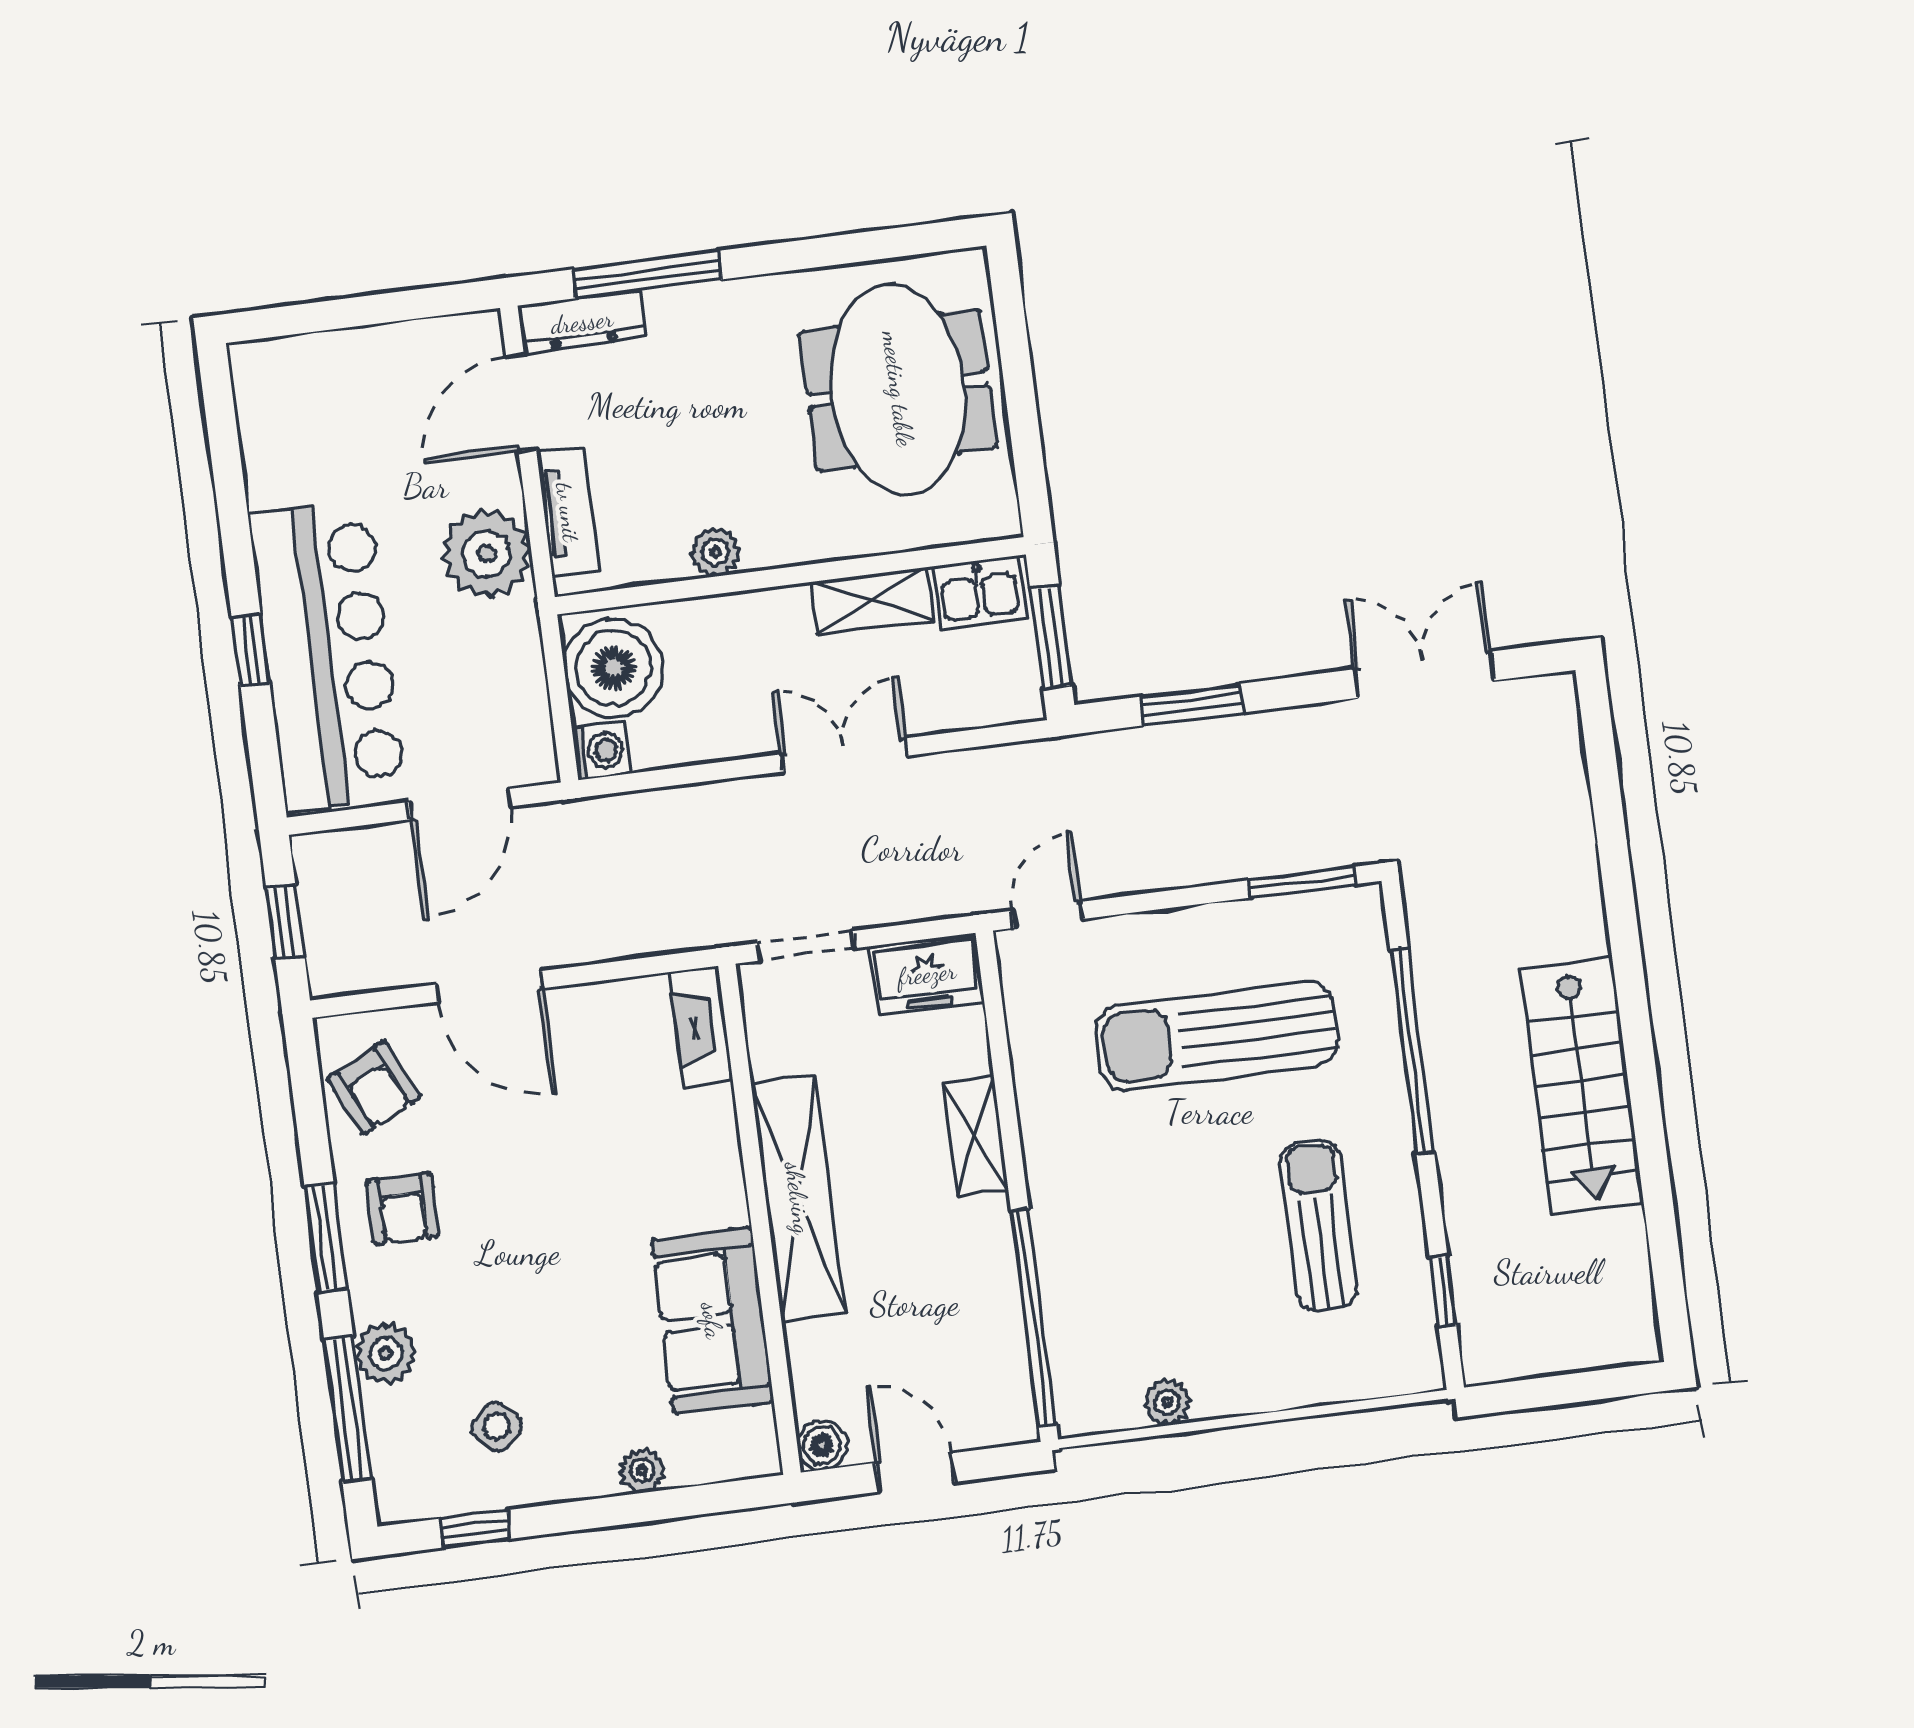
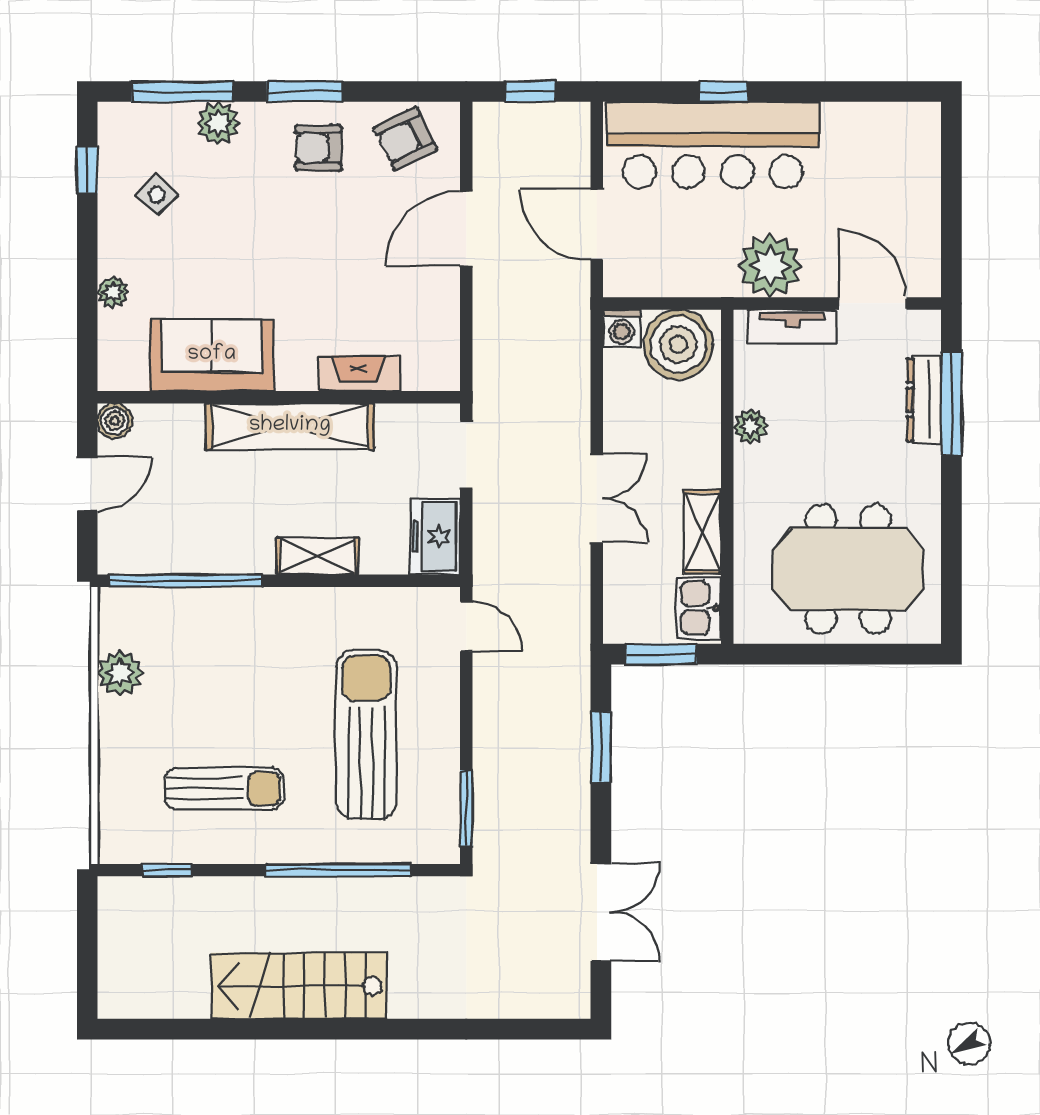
dresser: (582, 322) -> (924, 400), moved
fireplace: (701, 1027) -> (359, 374), moved
plant: (1167, 1402) -> (120, 673), width x1.38, depth x1.38

